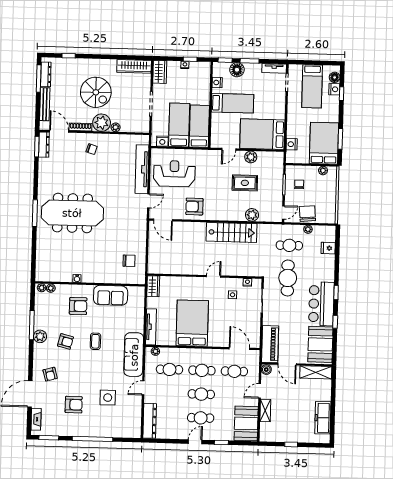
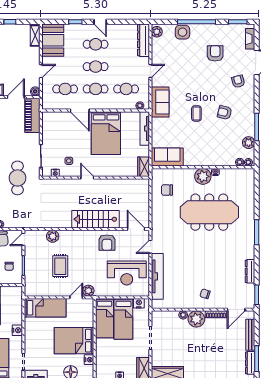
spiral stairs: (96, 92) -> (203, 347), removed
bed: (233, 103) -> (74, 341), width x1.50
door: (59, 131) -> (236, 310), hinge flipped
bed: (262, 134) -> (45, 308), width x0.67
nightstand: (292, 144) -> (17, 330), moved
dresser: (44, 145) -> (250, 271), moved
plant: (251, 157) -> (88, 291), moved
rug: (245, 183) -> (60, 266), turned 90
armchair: (194, 207) -> (107, 243), turned 90
meeting table: (72, 213) -> (209, 212), moved
stairs: (232, 232) -> (95, 219), moved
cafe table: (289, 245) -> (17, 209), removed
plant: (90, 274) -> (203, 176), added
door: (214, 276) -> (87, 178), swing flipped
sofa: (111, 295) -> (167, 157), moved
armchair: (78, 306) -> (214, 146), removed
plant: (40, 336) -> (249, 143), moved
door: (239, 348) -> (80, 110), moved
sofa: (134, 355) -> (160, 102), width x0.73
door: (287, 364) -> (16, 97), hinge flipped
side table: (108, 398) -> (182, 32), moved
armchair: (74, 405) -> (215, 53), turned 90
shelving: (265, 410) -> (35, 36), moved
plant: (135, 429) -> (157, 32), added
door: (195, 442) -> (100, 22), hinge flipped

